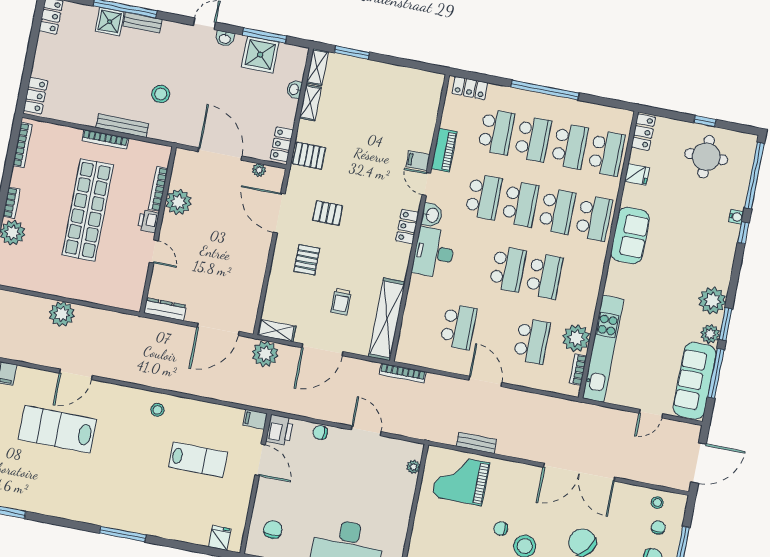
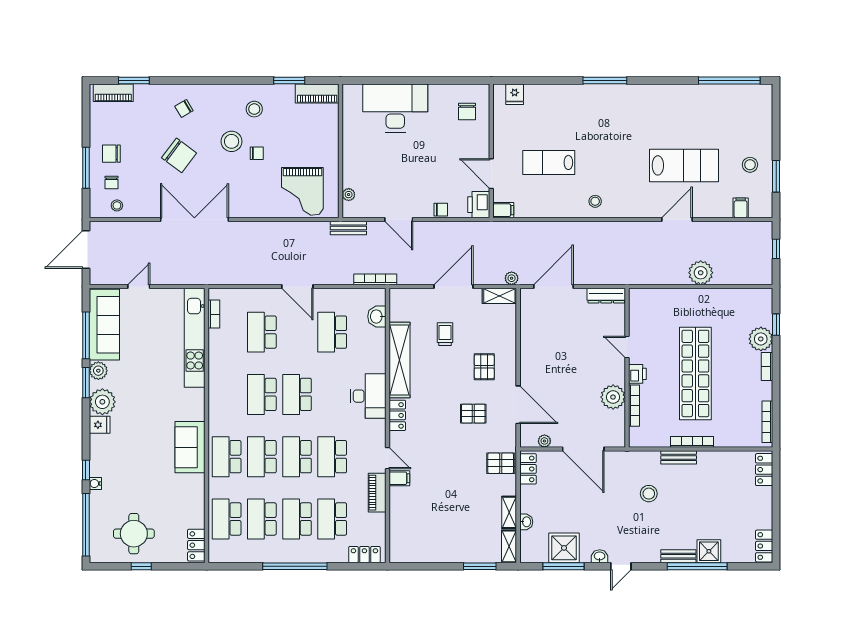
bench: (122, 126) -> (679, 457), width x0.73
fridge: (637, 174) -> (100, 425), moved, turned 180
washbasin: (432, 215) -> (377, 316), moved
shelving: (387, 319) -> (399, 360), moved
plant: (576, 338) -> (221, 343), removed
plant: (265, 354) -> (512, 278), width x0.53, depth x0.53
bench: (476, 443) -> (348, 228), moved
grand piano: (461, 480) -> (302, 191), turned 90

